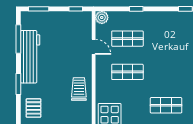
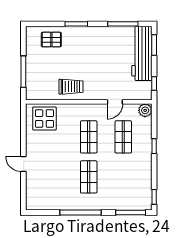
workbench: (30, 57) -> (142, 53), moved, turned 90
shop shelf: (166, 105) -> (89, 177), moved

